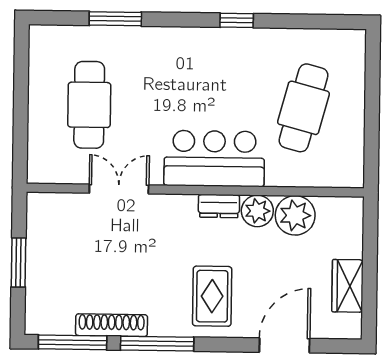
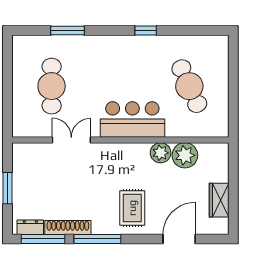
cafe table: (303, 108) -> (189, 86), turned -39
dresser: (219, 206) -> (30, 227), moved, turned 180

